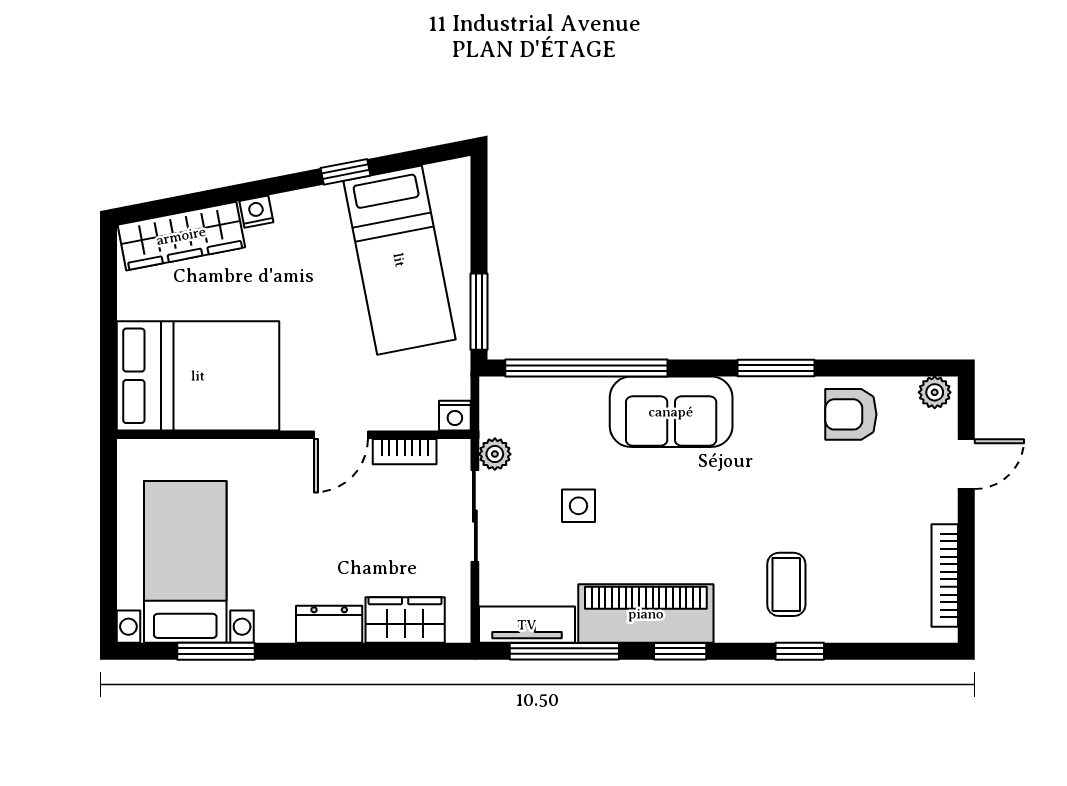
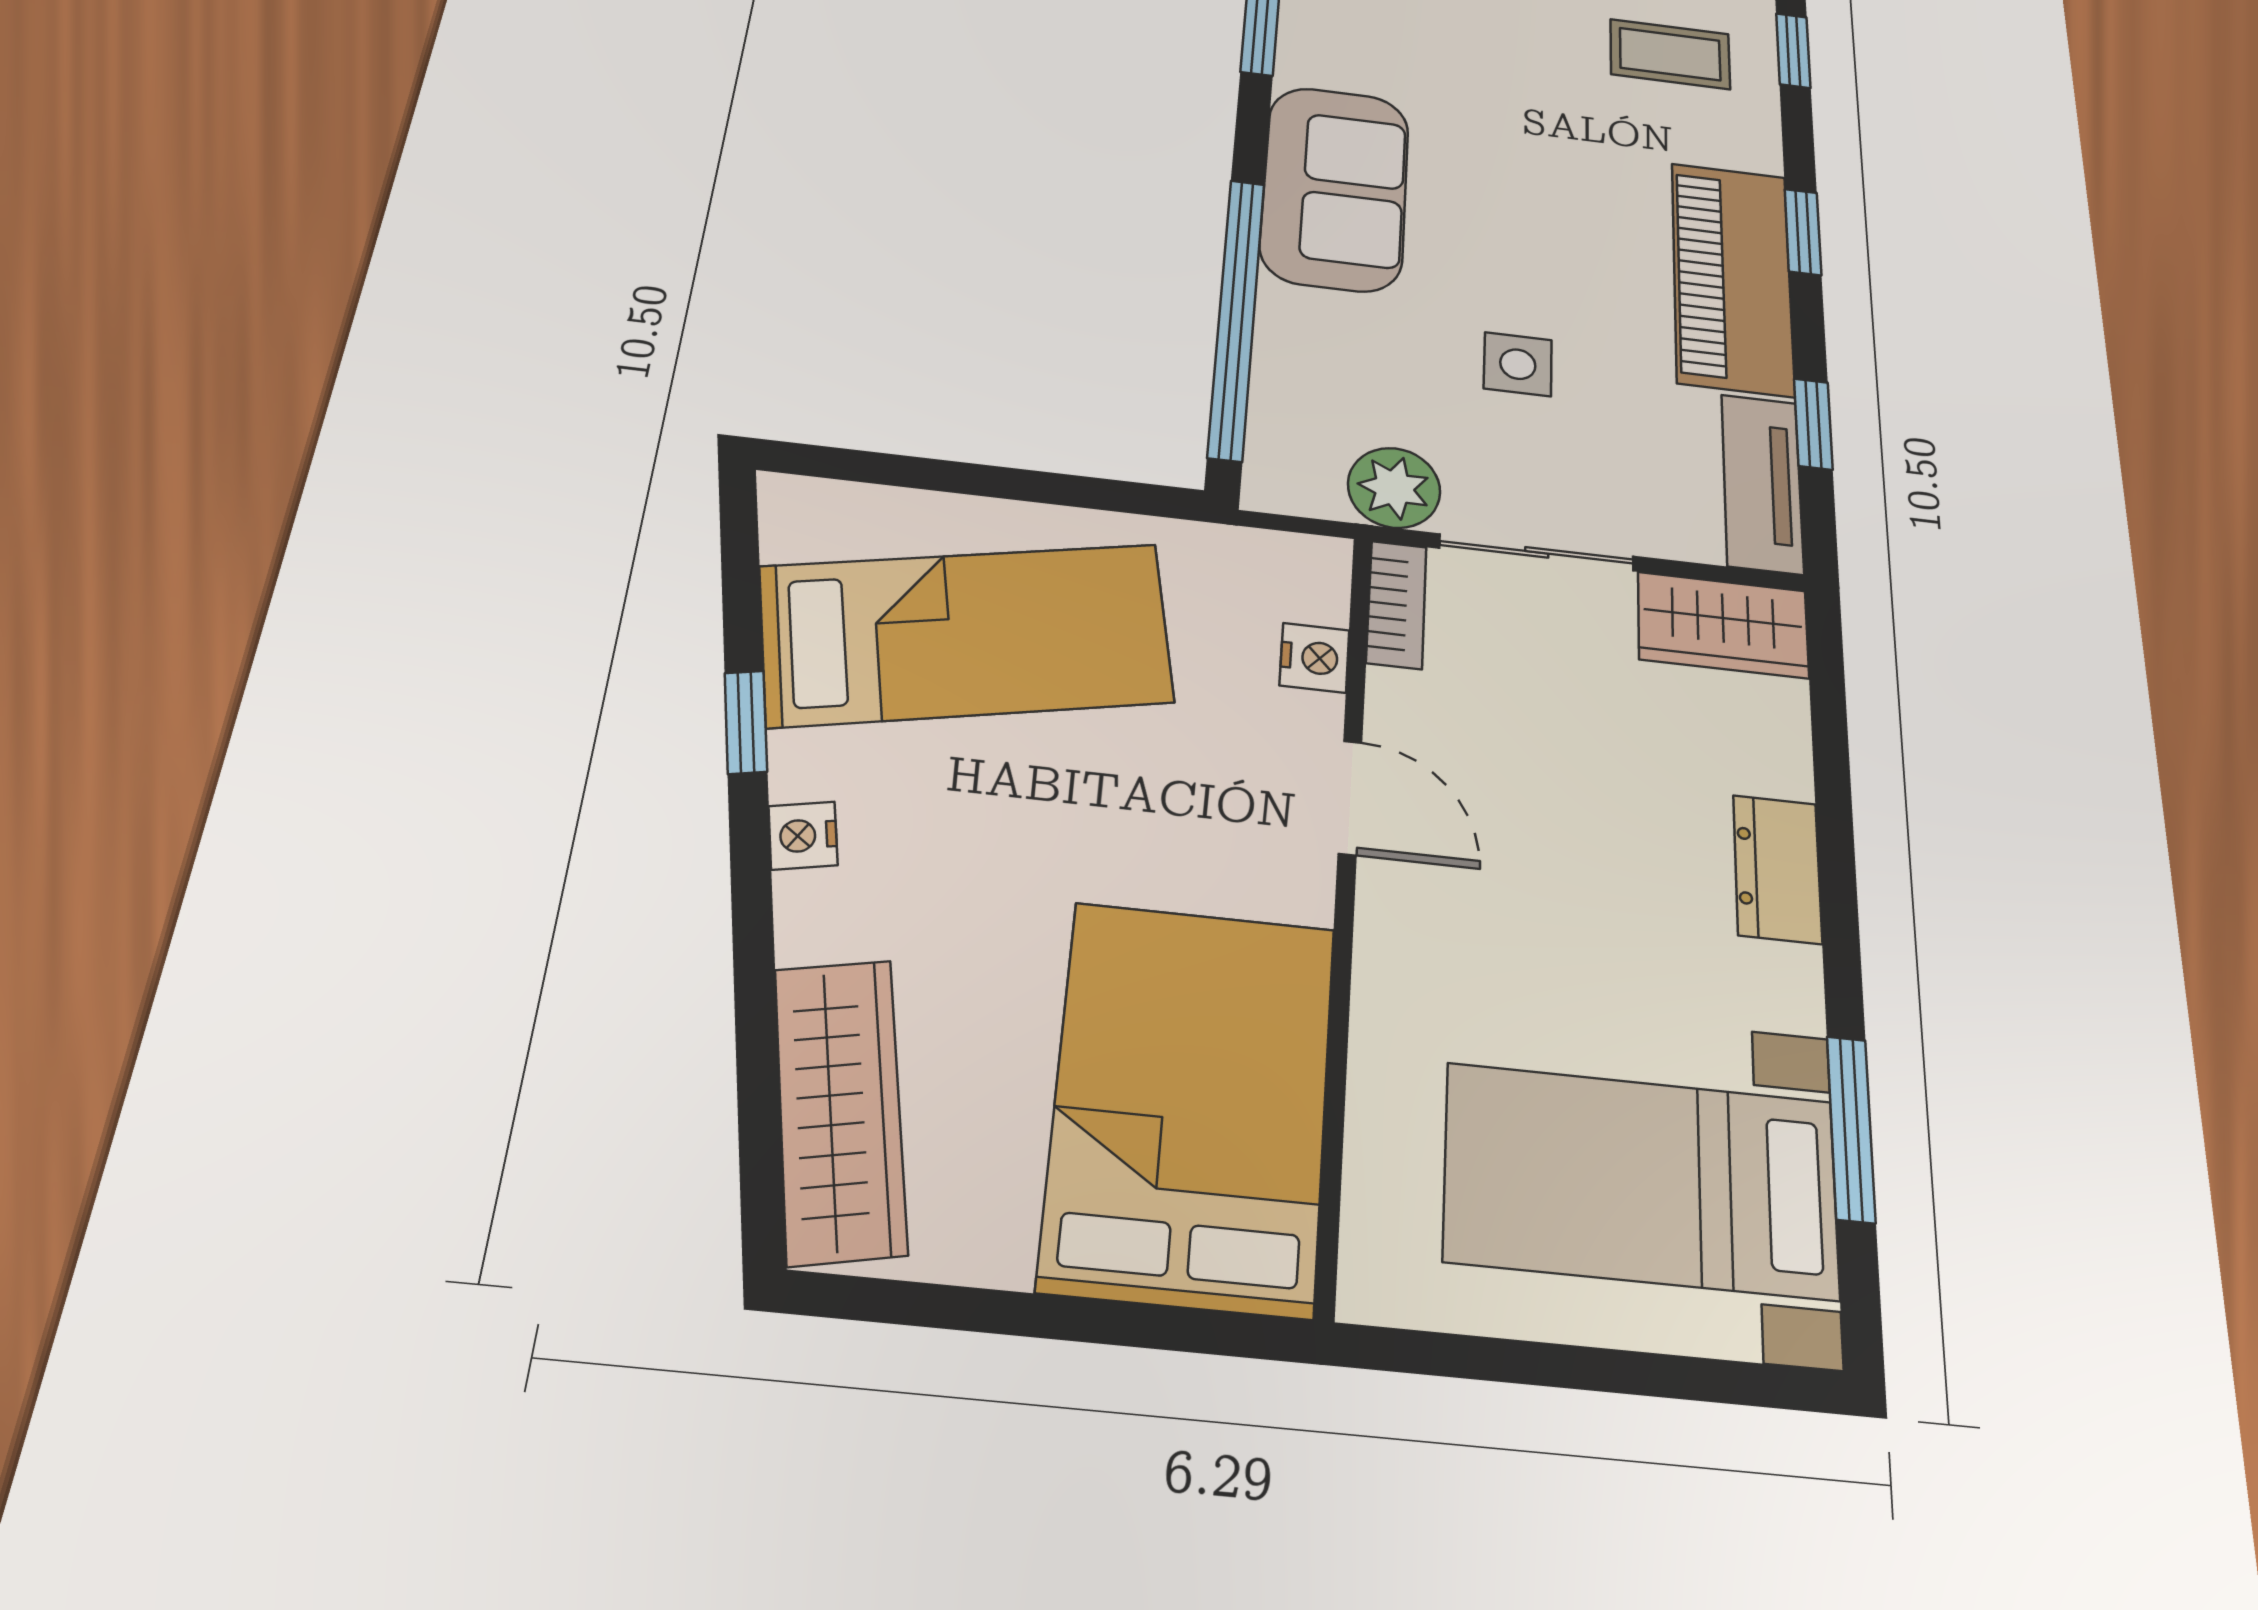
nightstand: (256, 212) -> (803, 836), moved
window: (479, 312) -> (1099, 494), removed
nightstand: (455, 416) -> (1314, 658), moved
bookcase: (405, 452) -> (1396, 605), moved
plant: (495, 454) -> (1394, 488), width x1.38, depth x1.38
wardrobe: (405, 620) -> (1723, 625), moved, turned -90
window: (564, 651) -> (1813, 424), width x0.46

